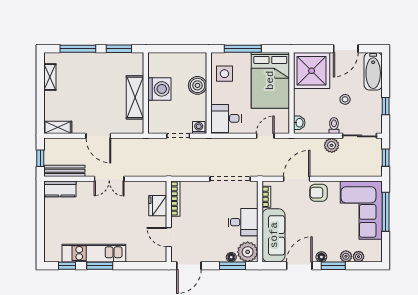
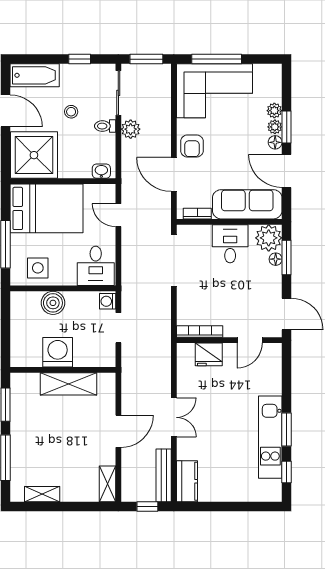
window: (386, 158) -> (146, 59), width x1.50
plant: (359, 257) -> (275, 127), moved

